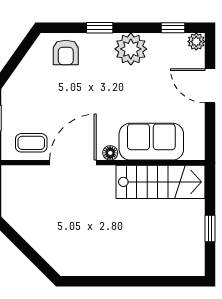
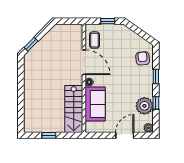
window: (173, 28) -> (156, 103), moved
plant: (131, 49) -> (144, 106), moved
armchair: (66, 52) -> (143, 58), turned 84
window: (39, 262) -> (31, 44), added

